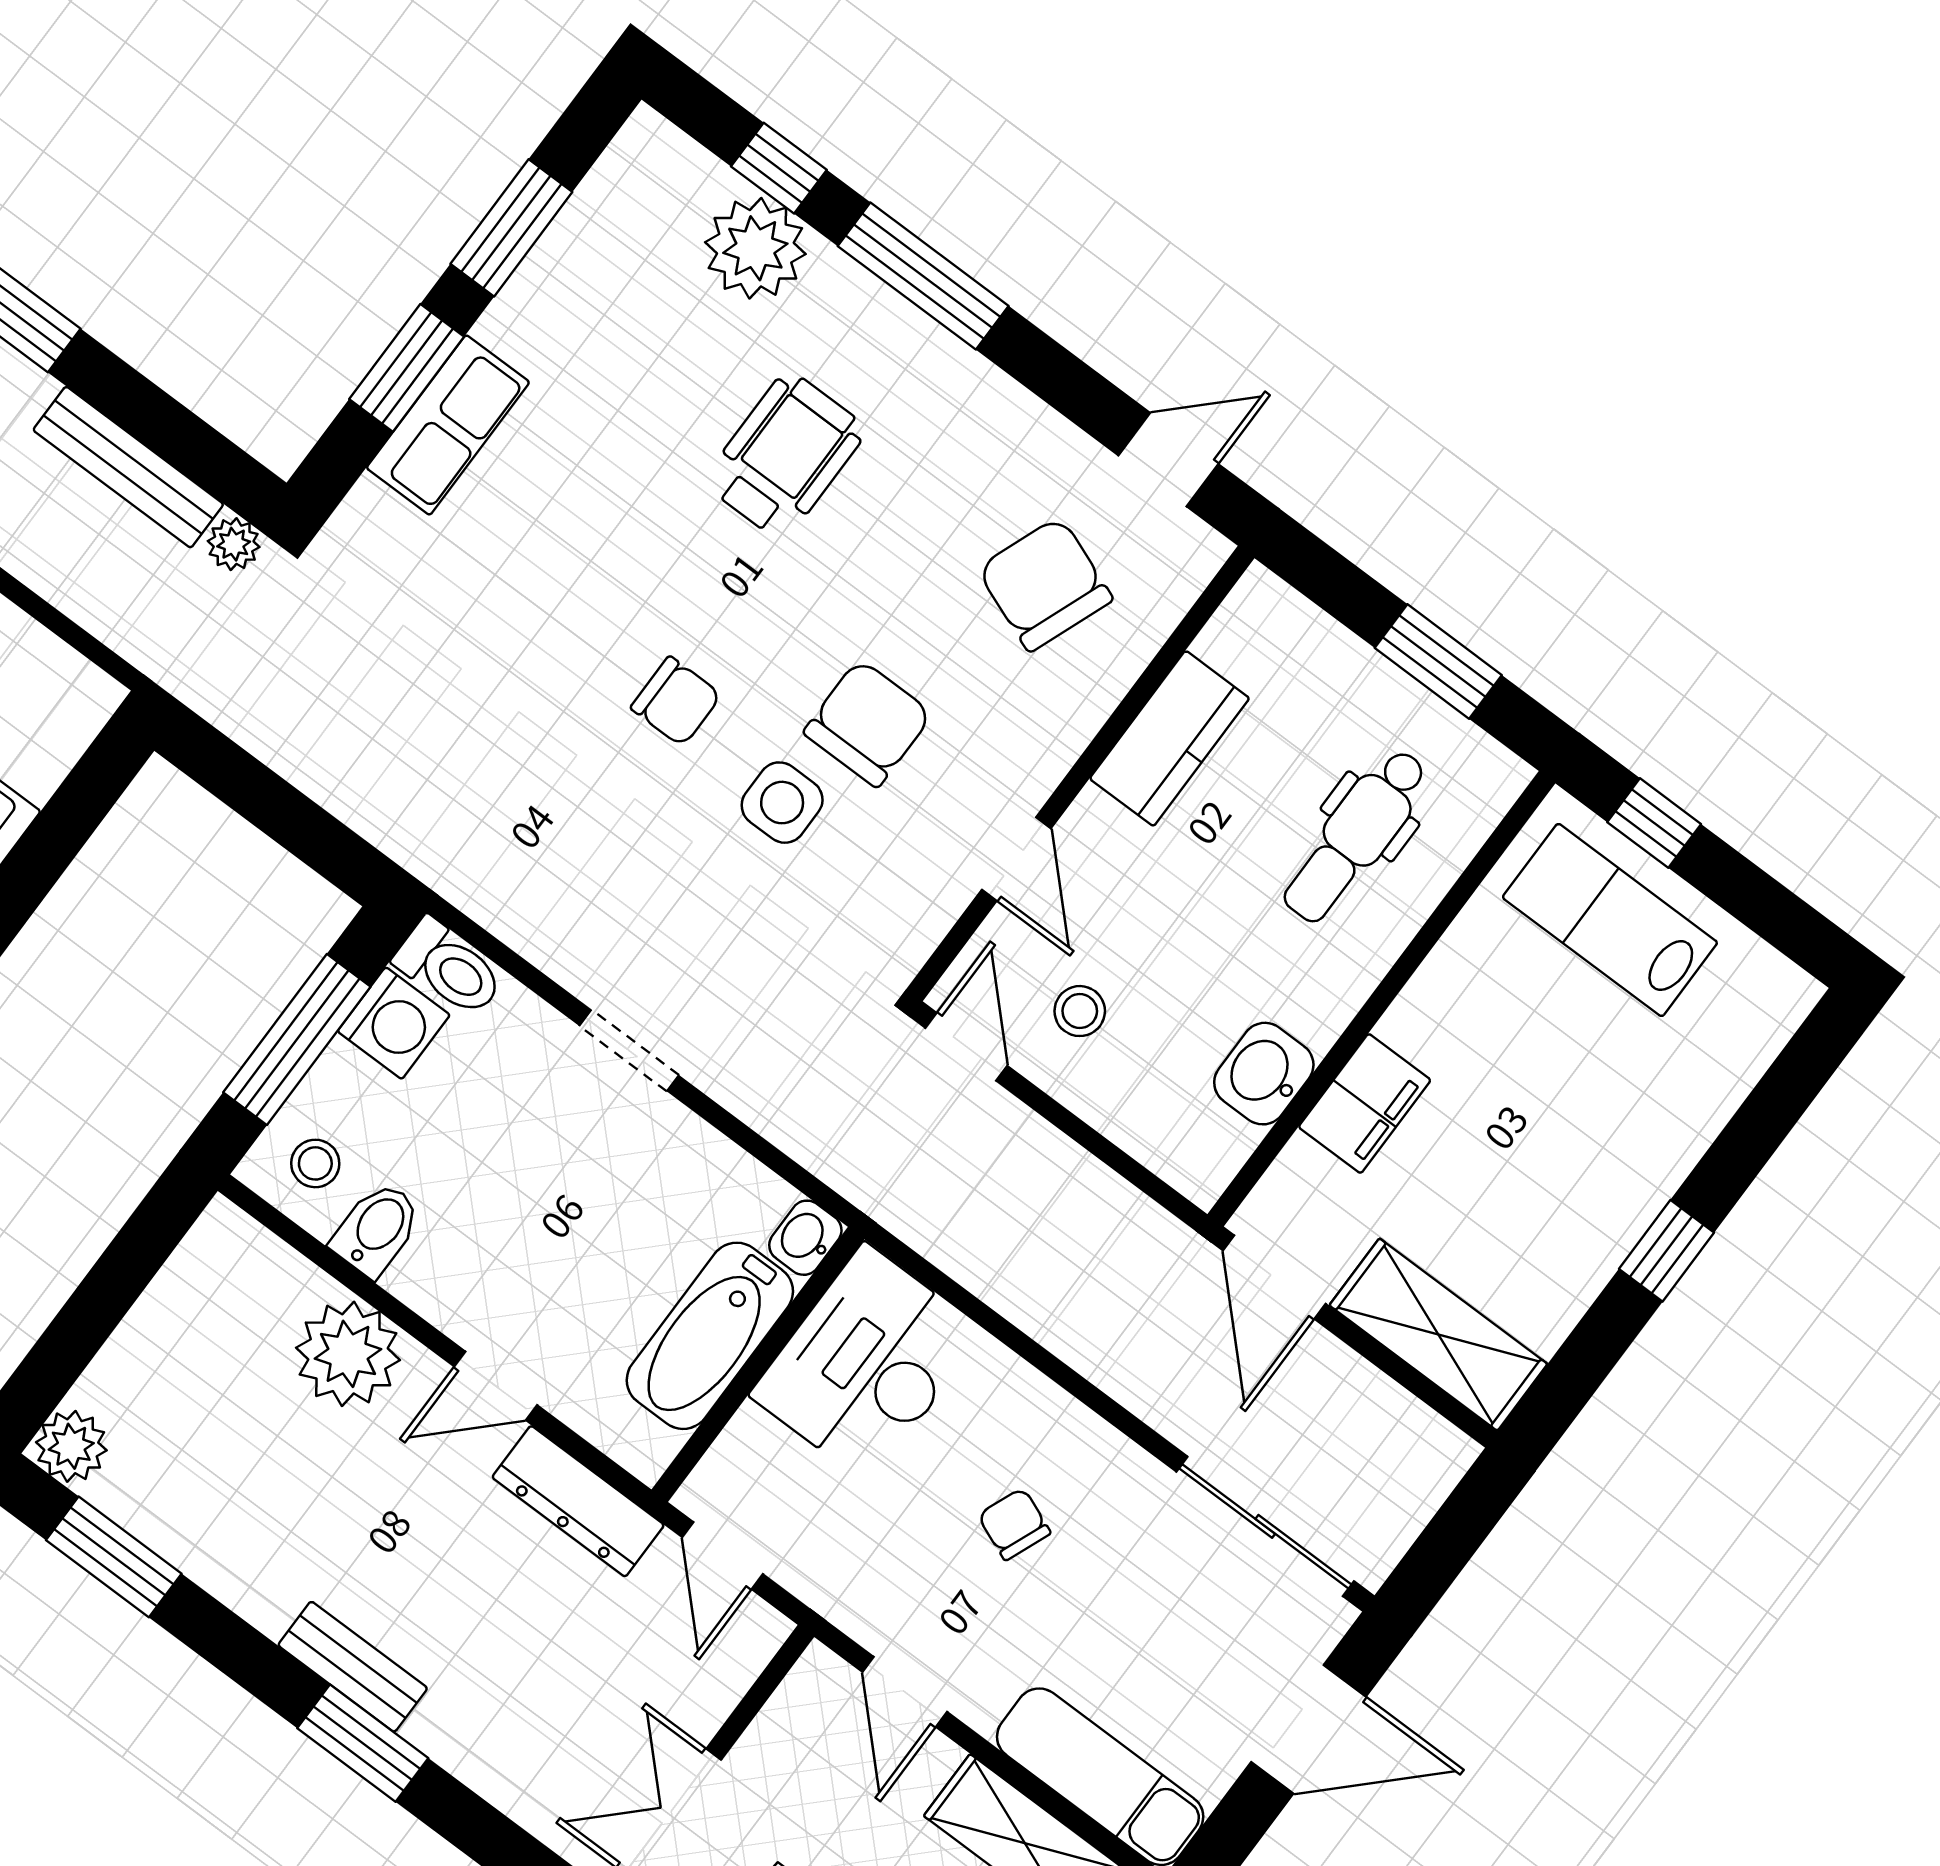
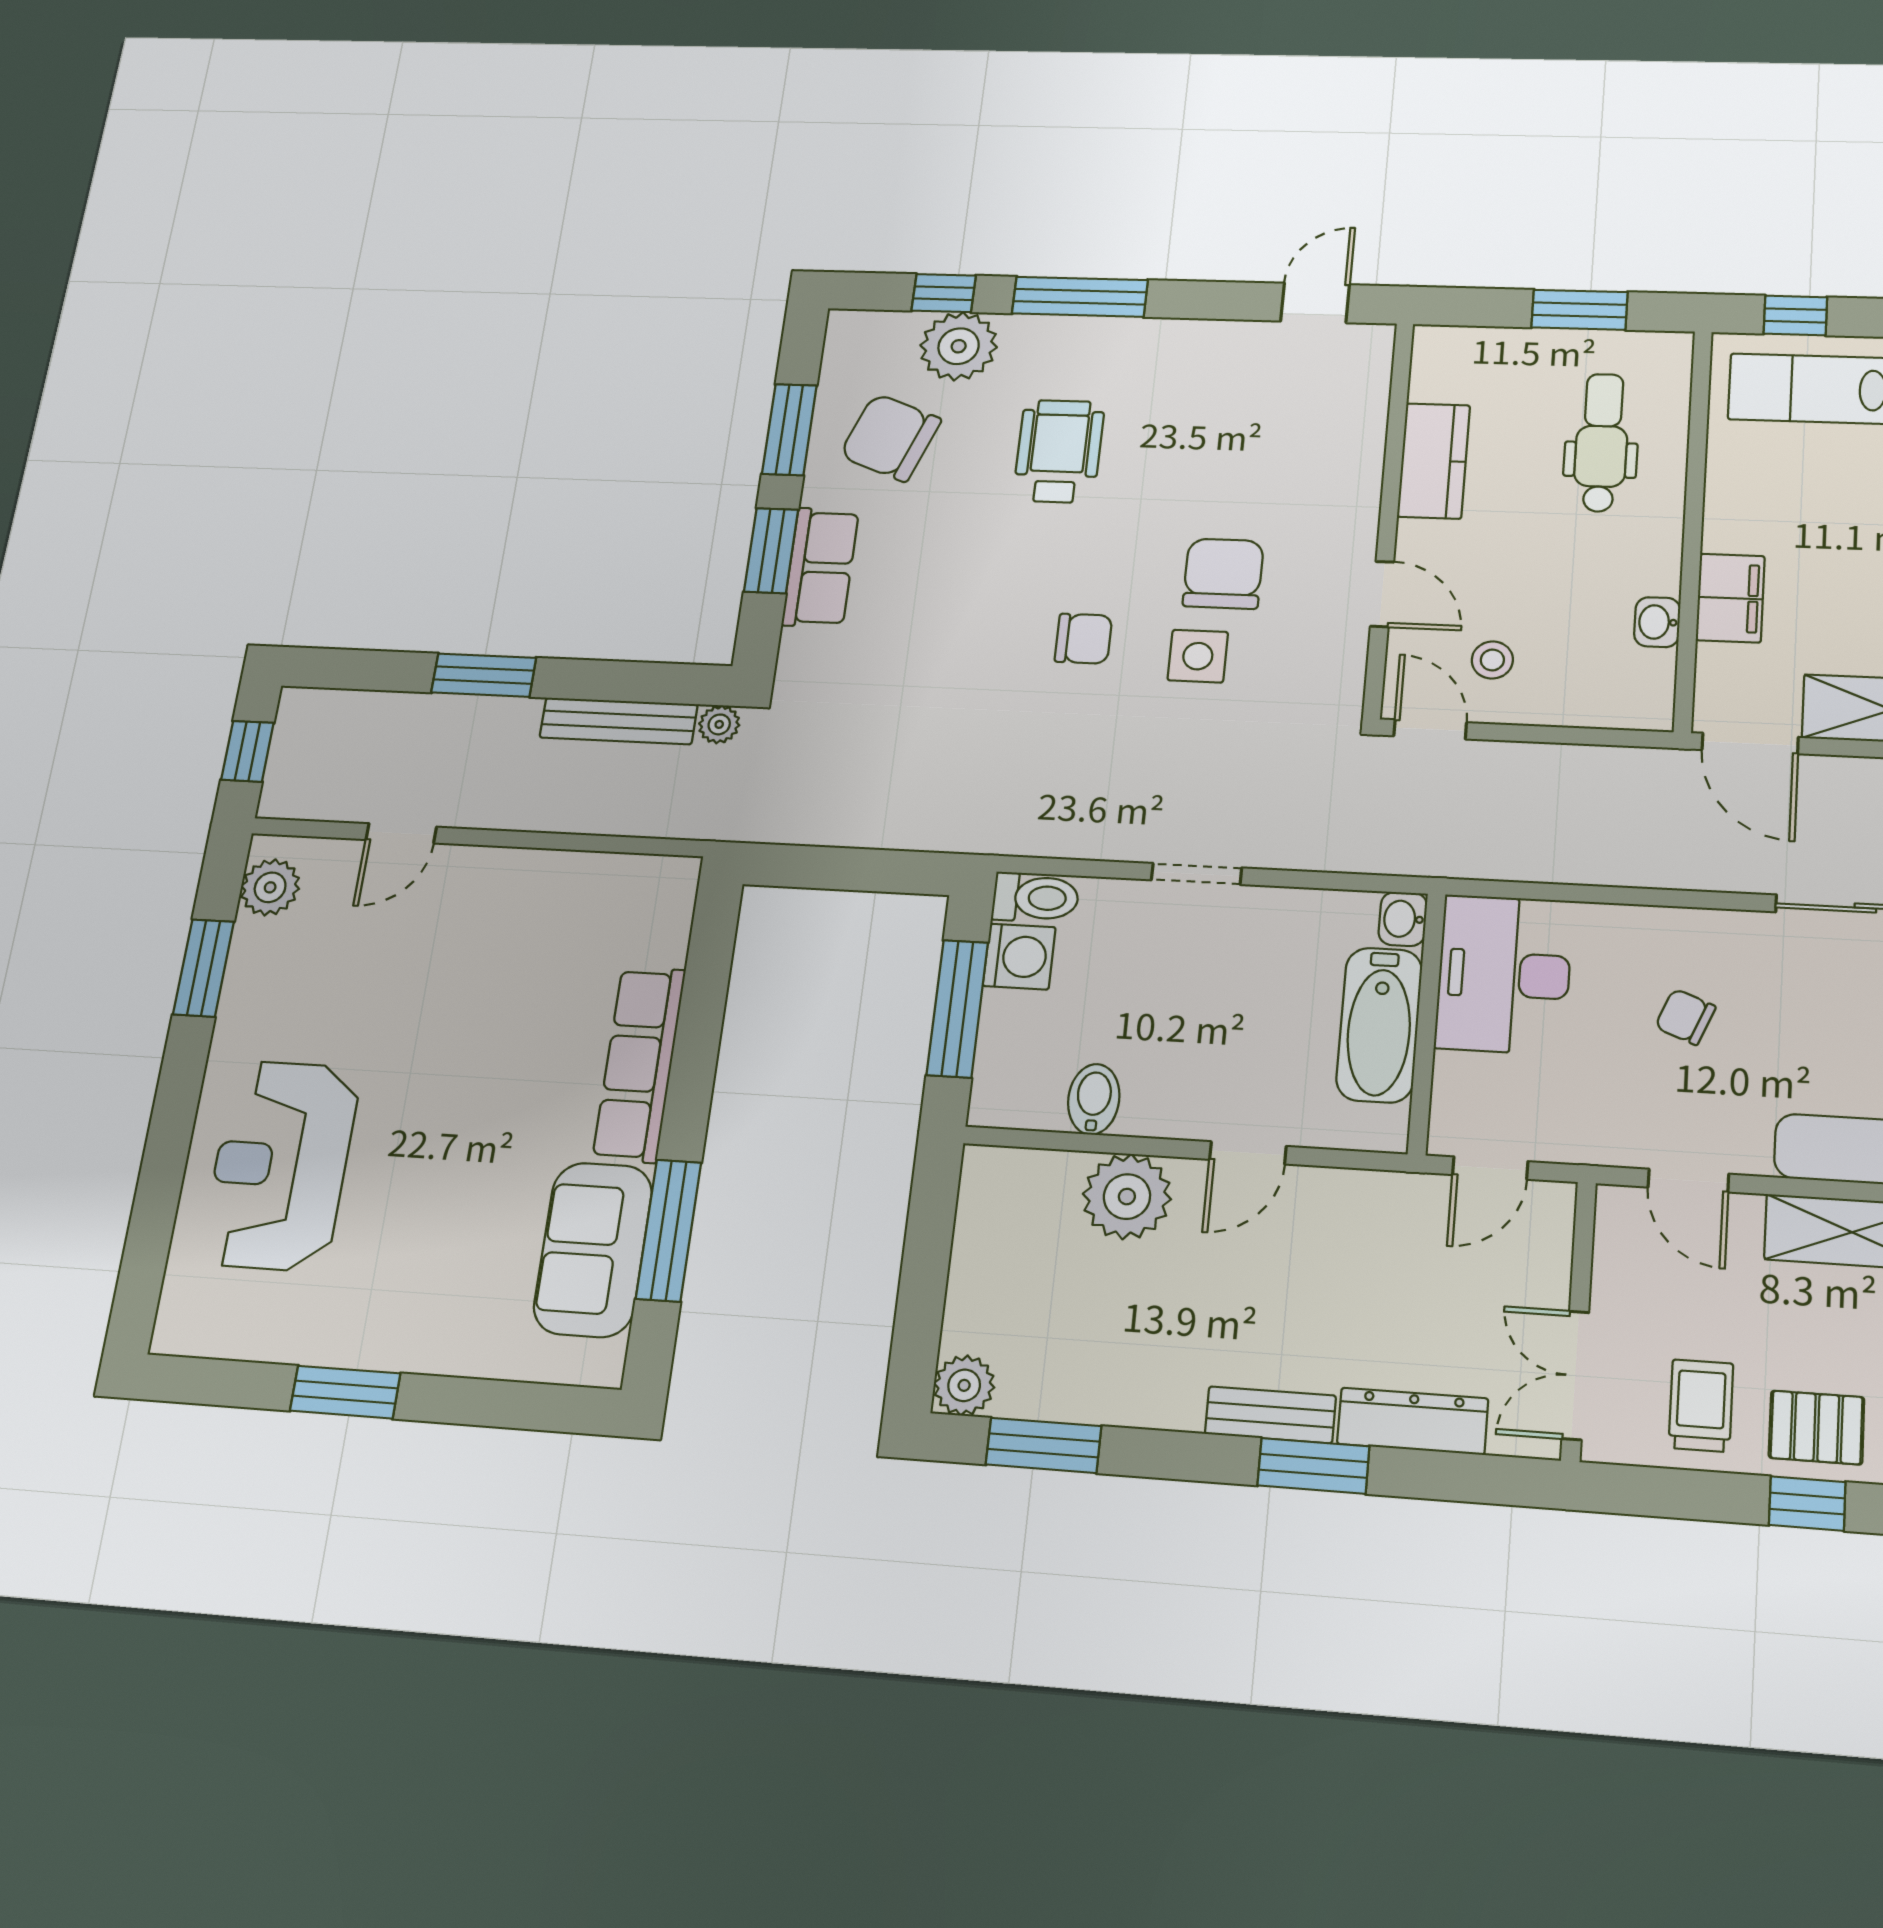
chair: (1045, 584) -> (890, 438), moved
dental chair: (1356, 836) -> (1601, 443), turned 180
washbasin: (1264, 1074) -> (1657, 622), width x0.72, depth x0.69
stool: (315, 1163) -> (1022, 1082), removed
dresser: (578, 1501) -> (1413, 1421), moved, turned 180
door: (723, 1556) -> (1490, 1168), hinge flipped

